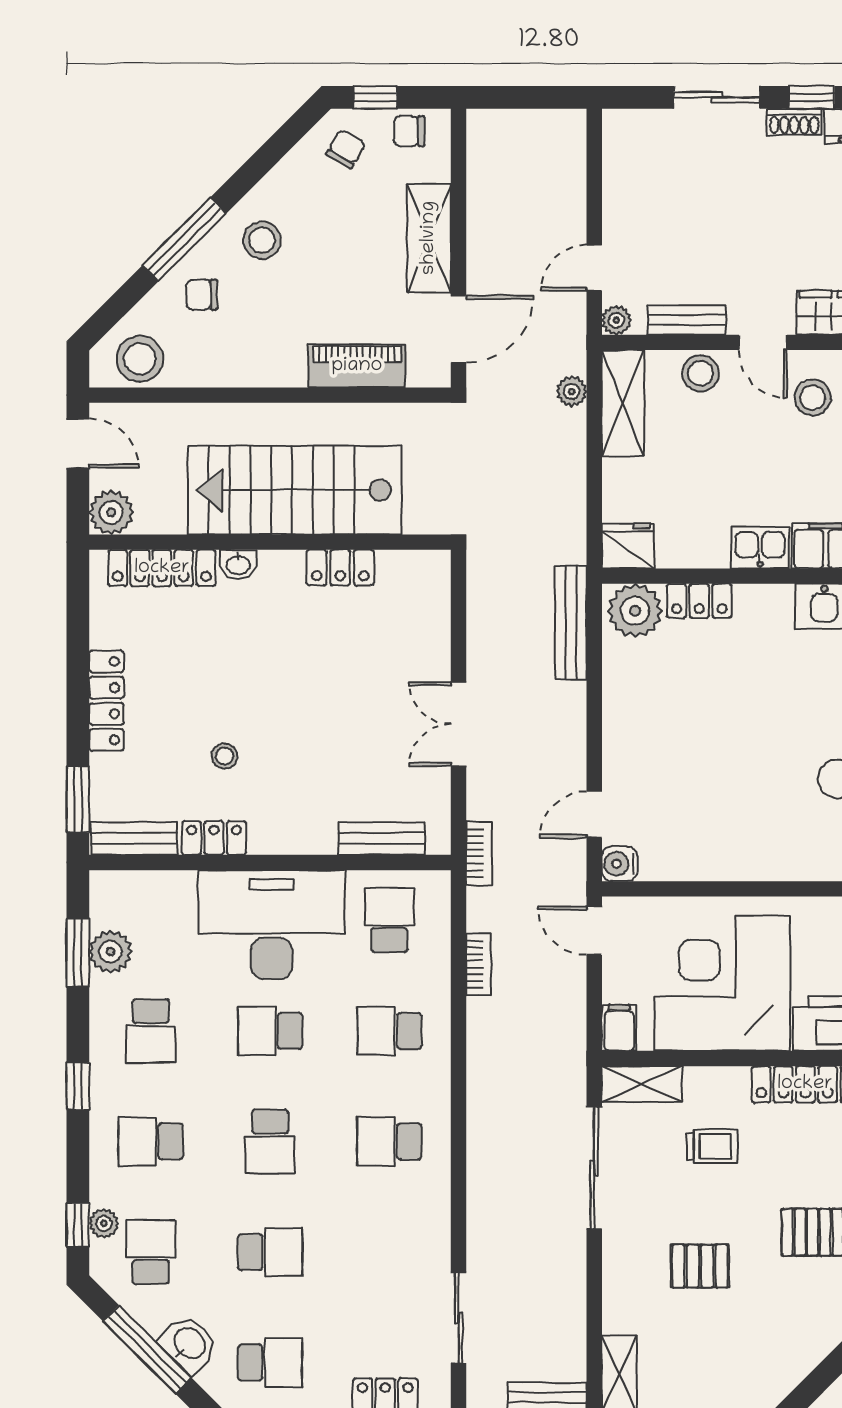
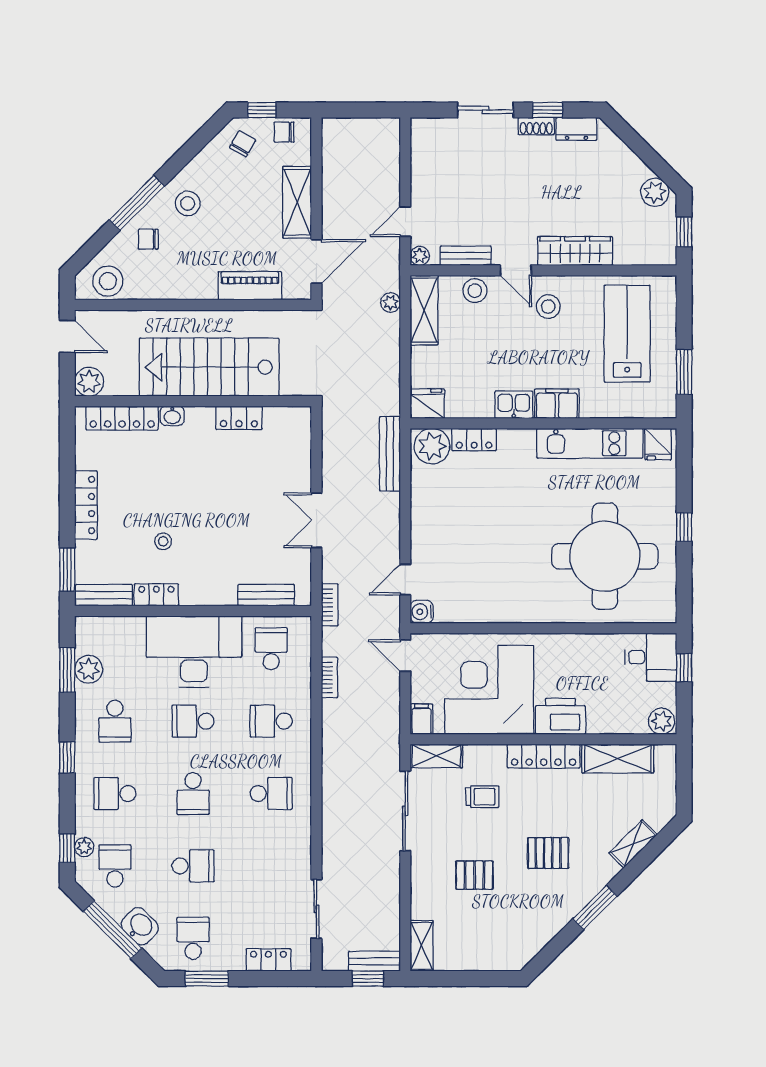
school desk: (389, 1141) -> (271, 794), turned 180
school desk: (270, 1363) -> (193, 938), turned -90

